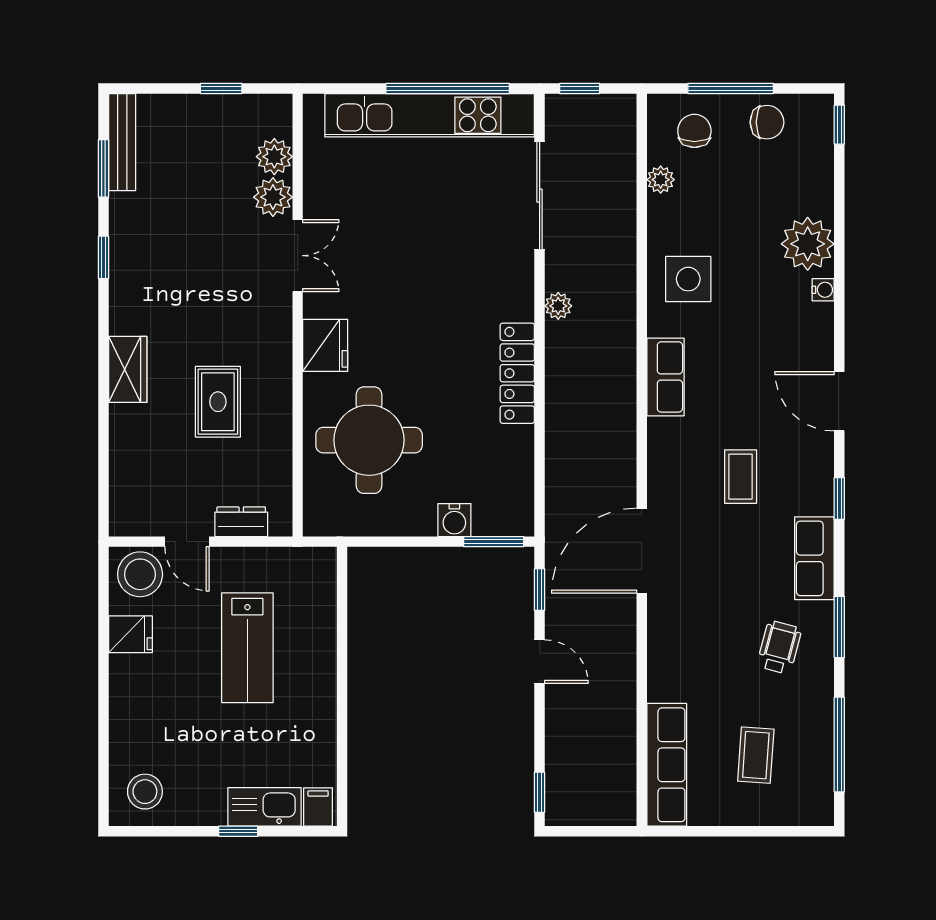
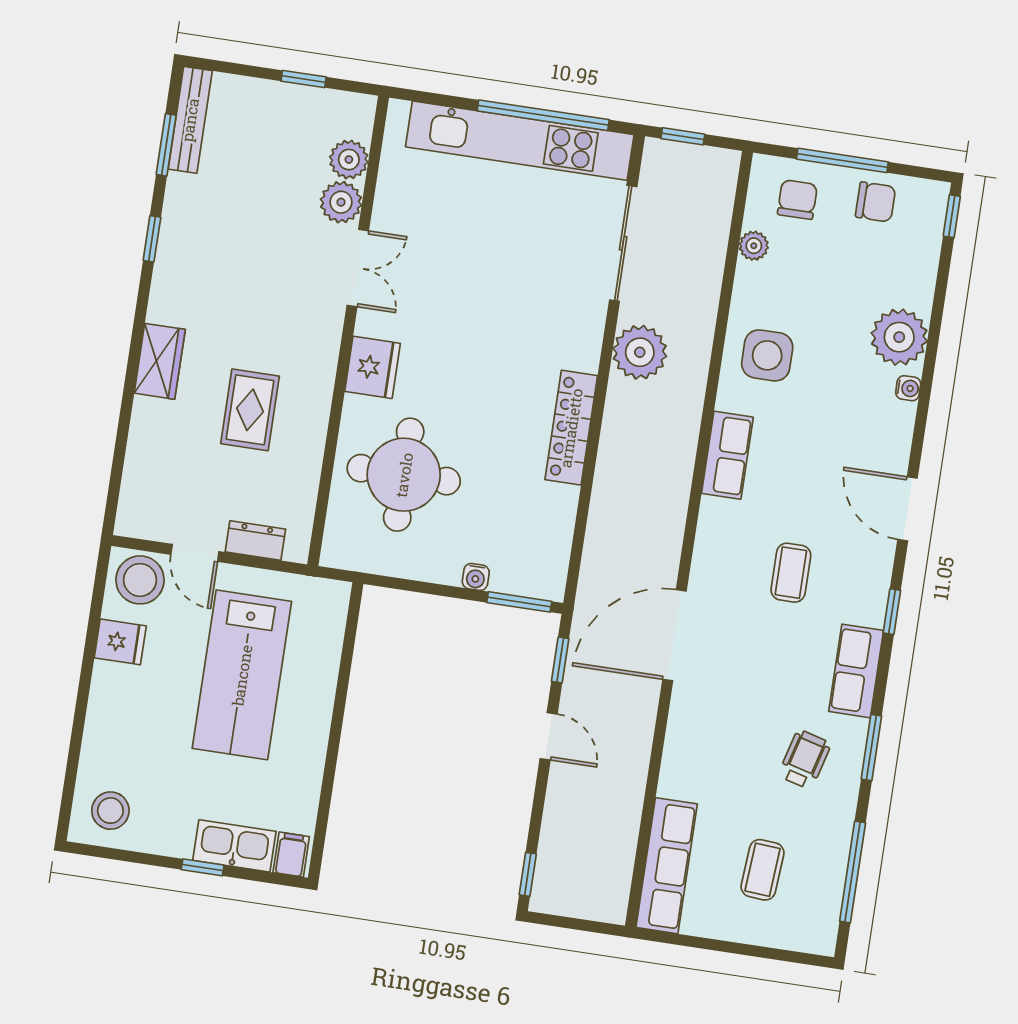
plant: (558, 306) -> (640, 352), width x1.87, depth x1.87
water cooler: (454, 520) -> (476, 577), width x0.72, depth x0.72
lab bench: (247, 648) -> (242, 675), width x1.36, depth x1.39

